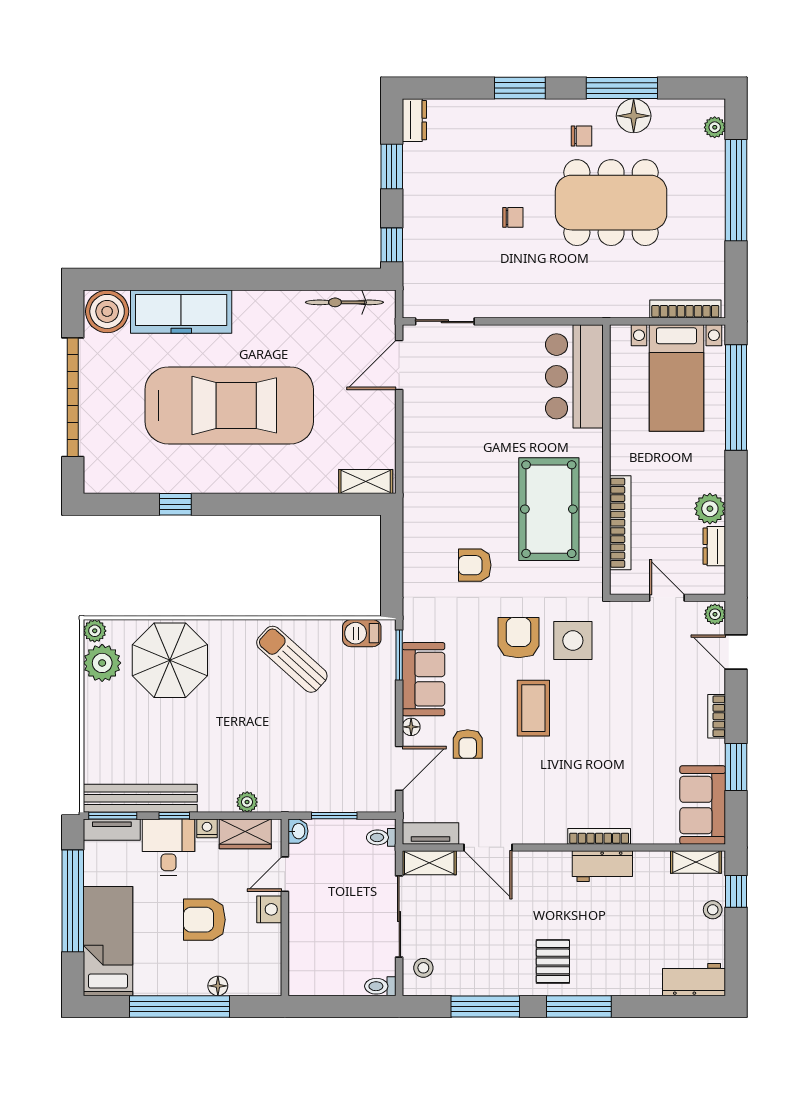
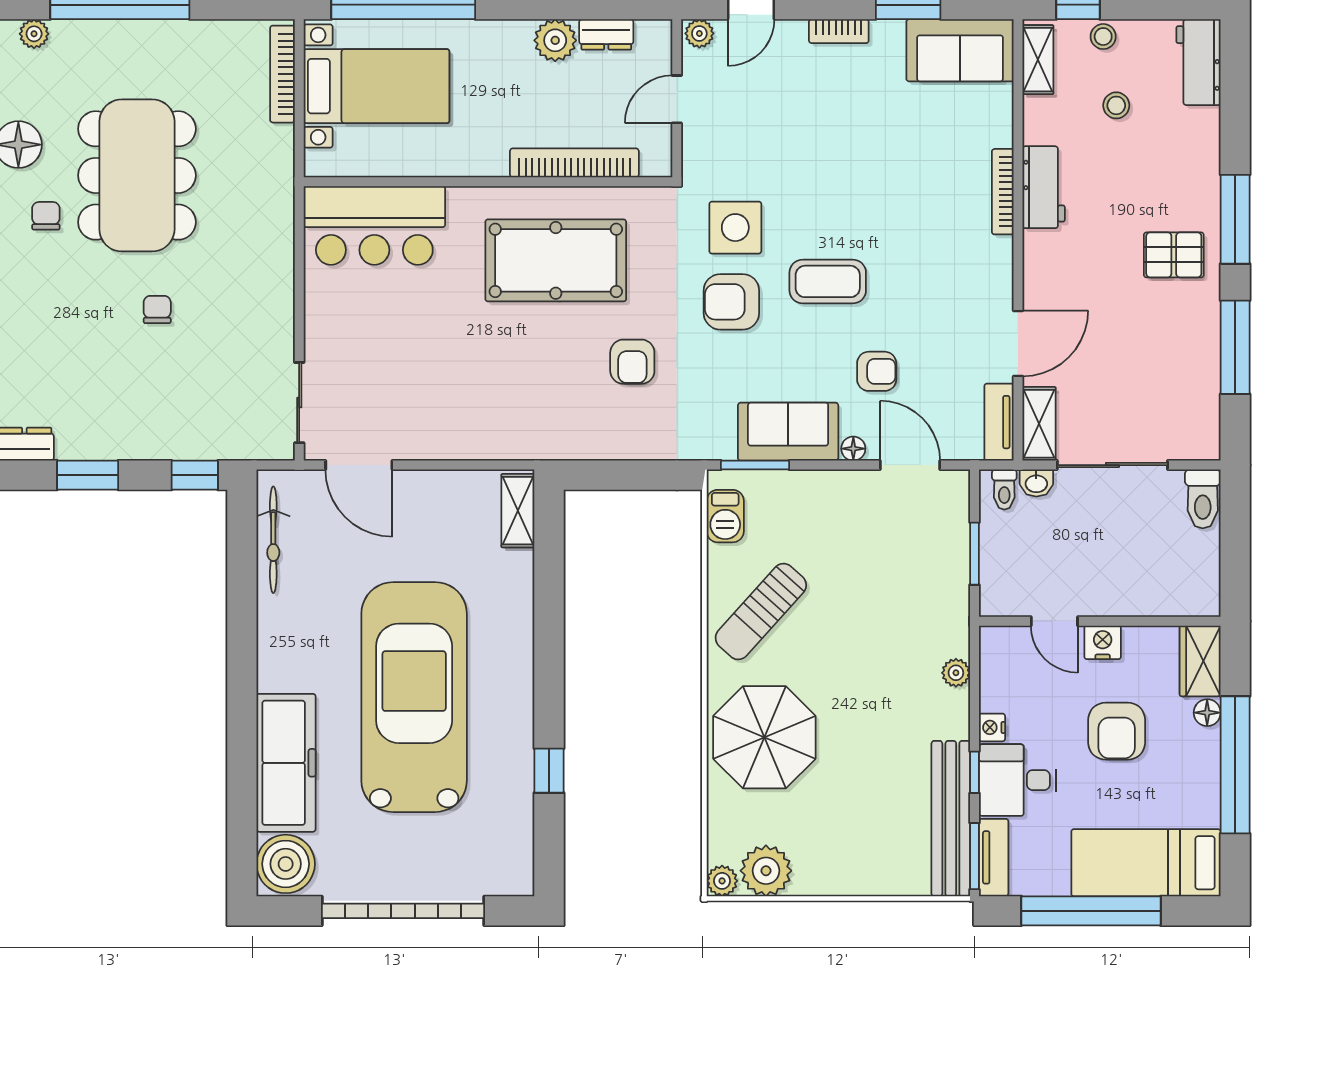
parasol: (170, 660) -> (764, 737), moved
washbasin: (298, 831) -> (1036, 483), moved, turned 180
wardrobe: (245, 834) -> (1200, 661), moved, turned 180
stool: (423, 968) -> (1116, 105), moved
toilet: (380, 986) -> (1203, 499), width x1.37, depth x1.39

